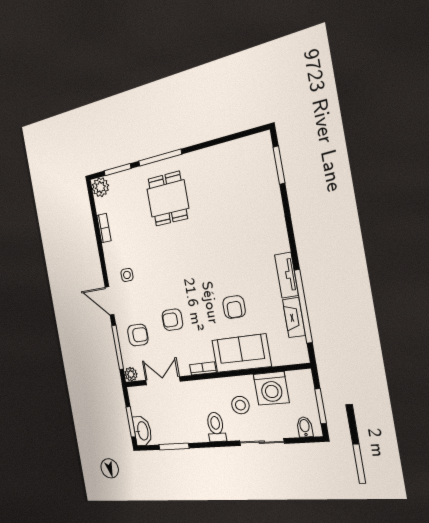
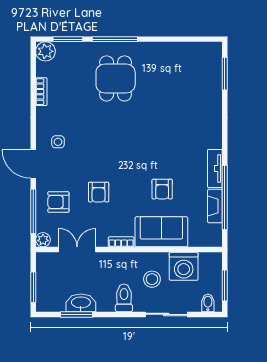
armchair: (172, 320) -> (99, 192), turned -90
armchair: (138, 335) -> (58, 202), turned 180
washbasin: (142, 431) -> (81, 303), moved, turned -90

